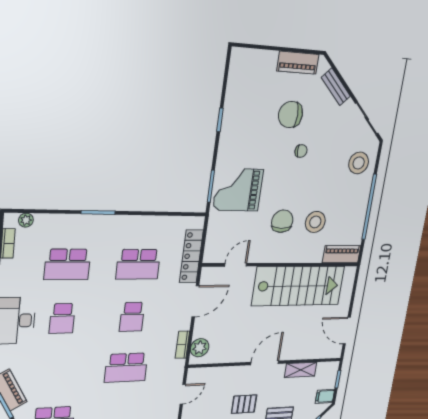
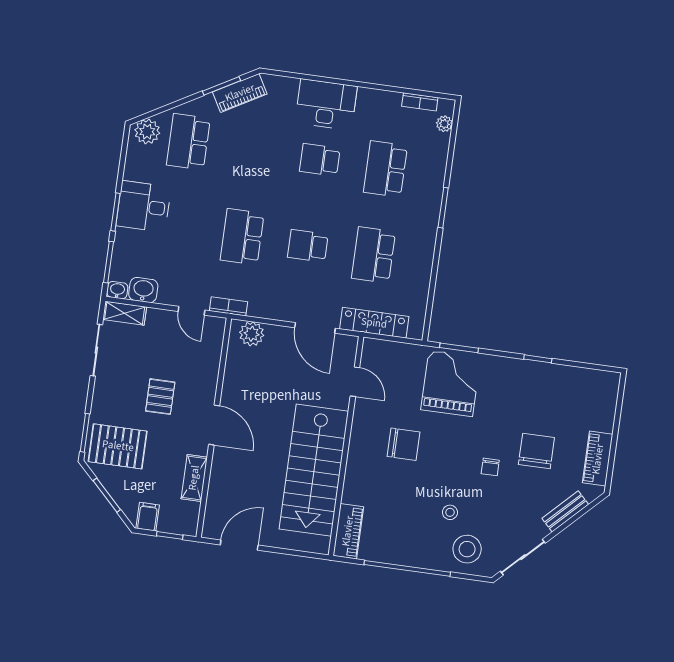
stool: (315, 222) -> (450, 512), moved, width x0.53, depth x0.53
bookcase: (182, 345) -> (228, 306), moved

